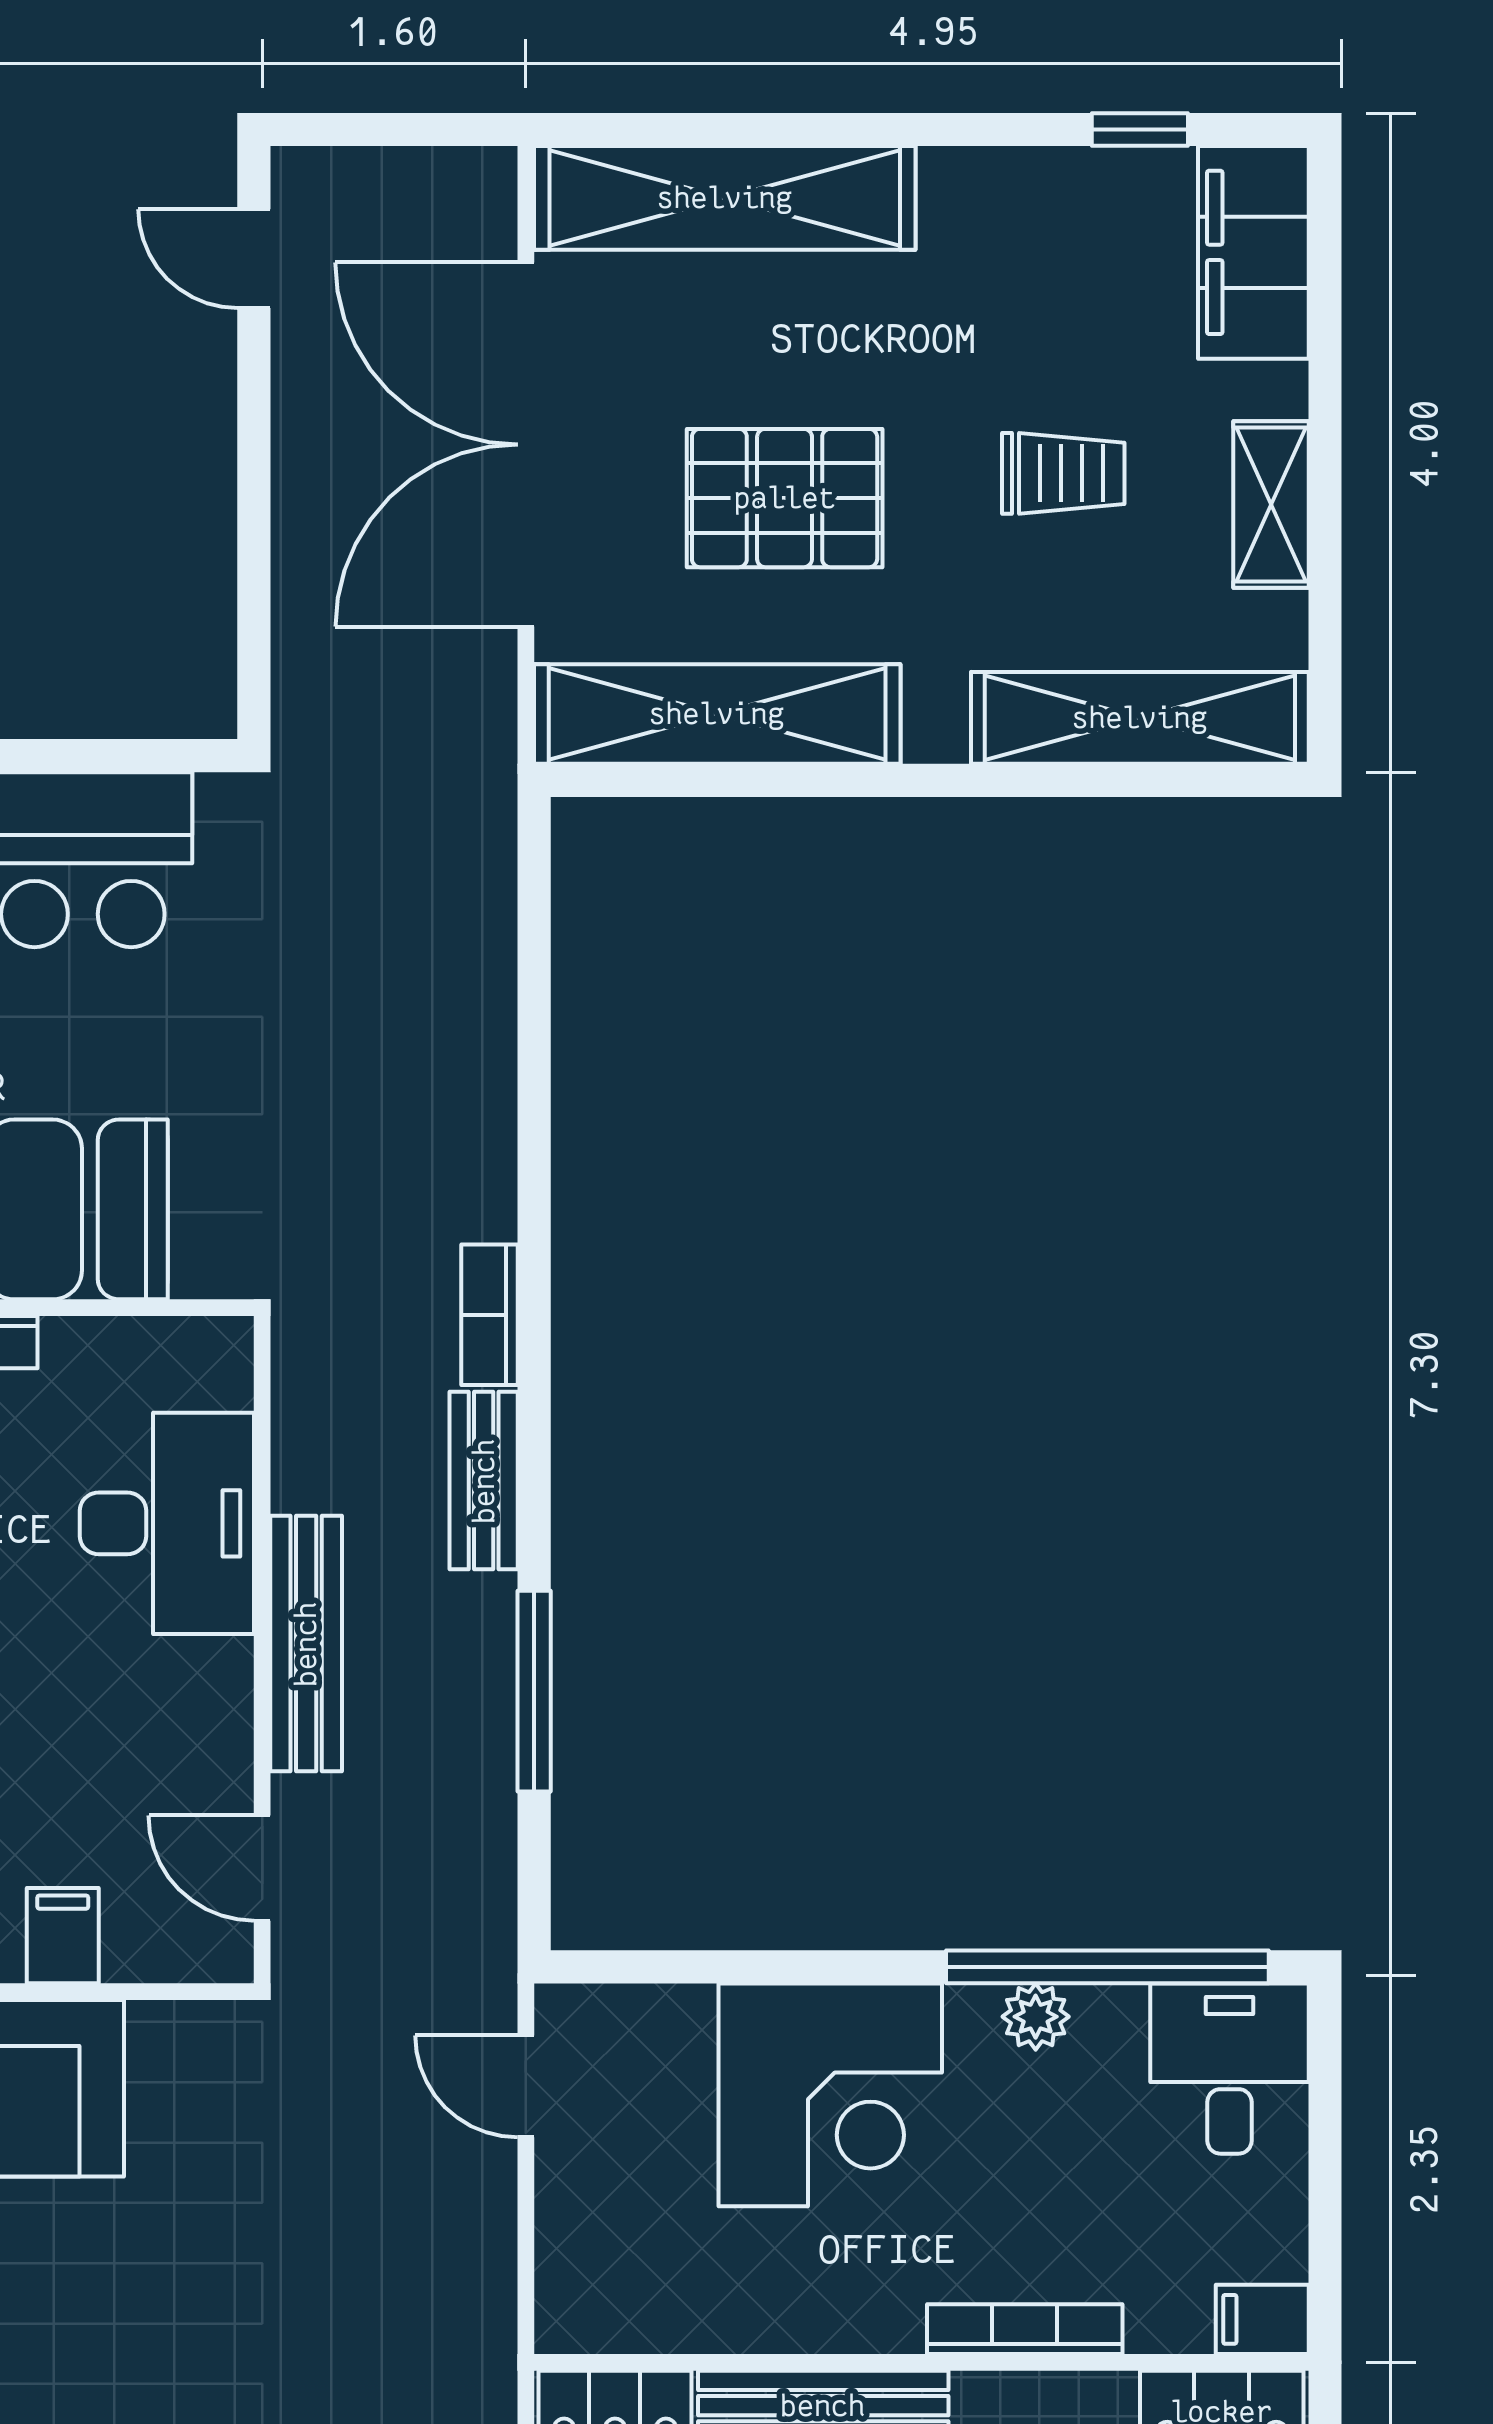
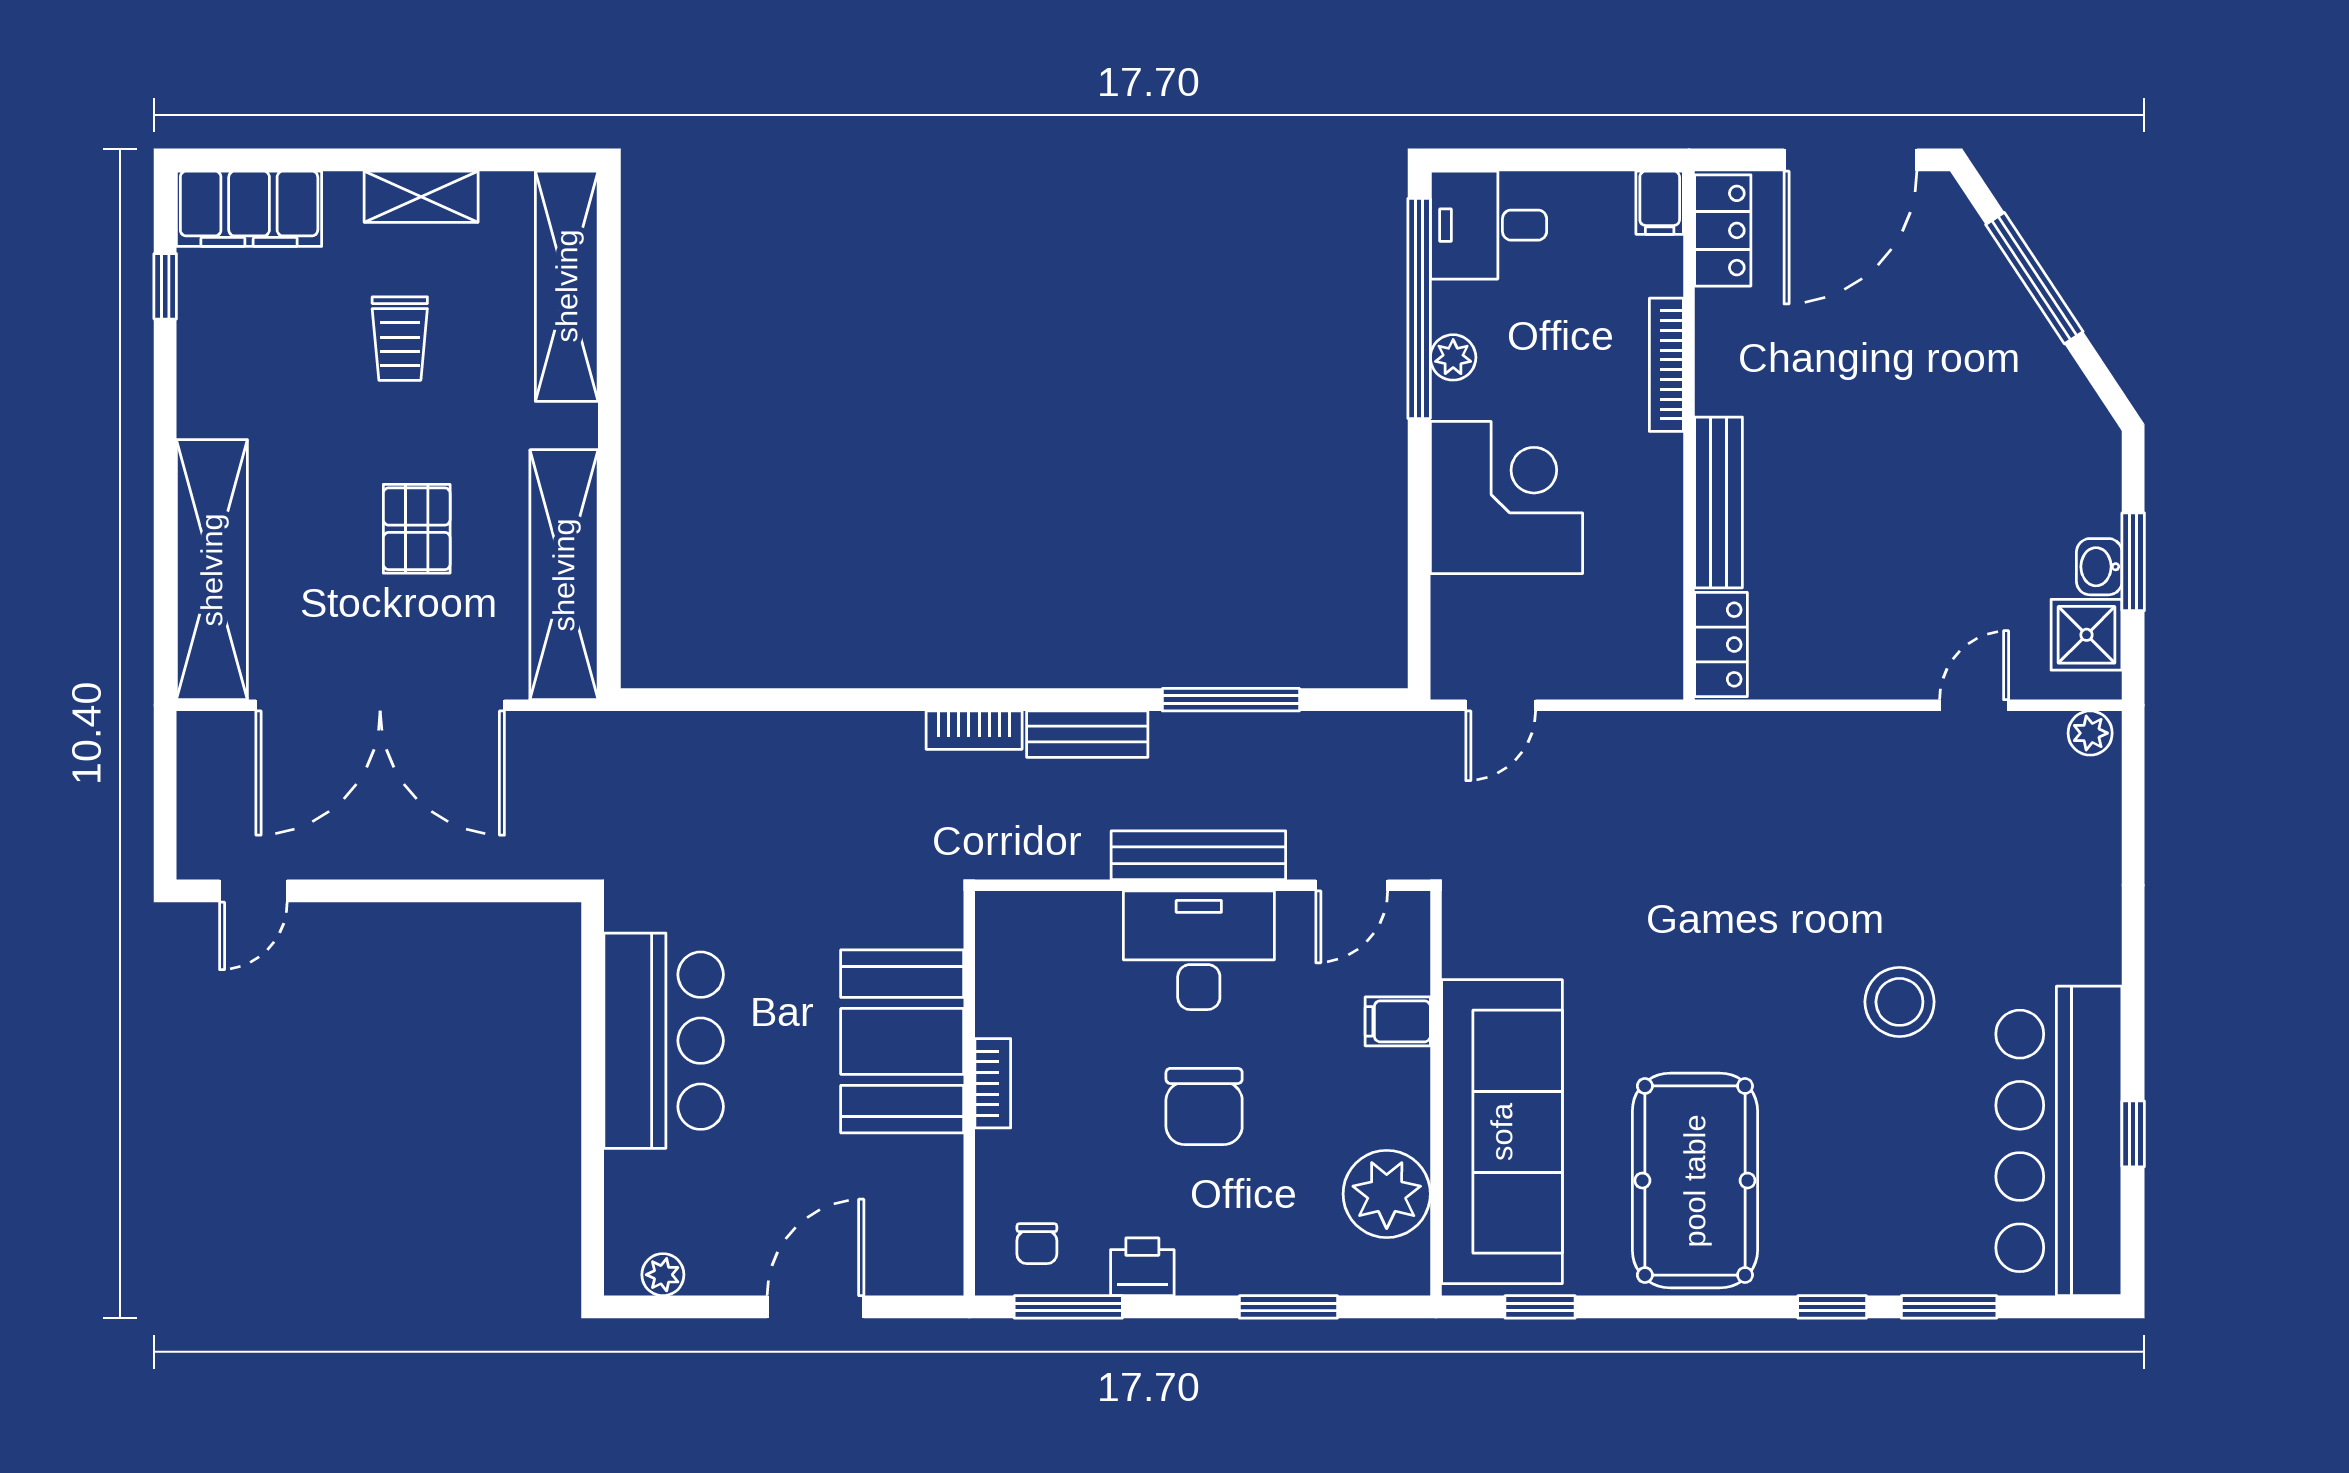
trolley: (1063, 473) -> (400, 339), turned 180
pallet: (785, 498) -> (417, 529), width x0.67, depth x0.71
desk: (167, 1523) -> (1199, 950), moved

